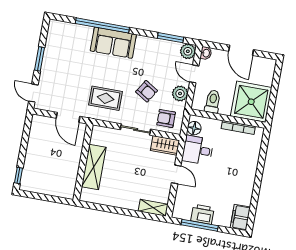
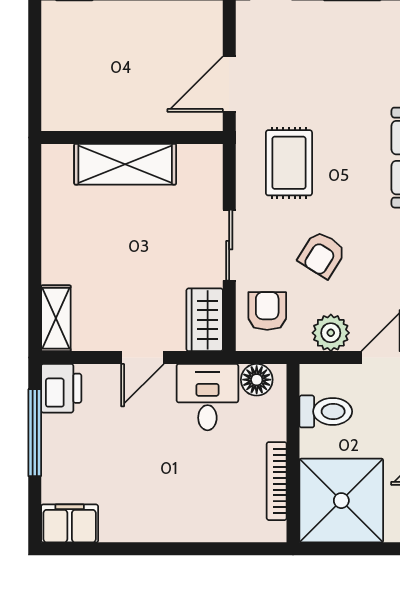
printer: (202, 214) -> (61, 388), moved

